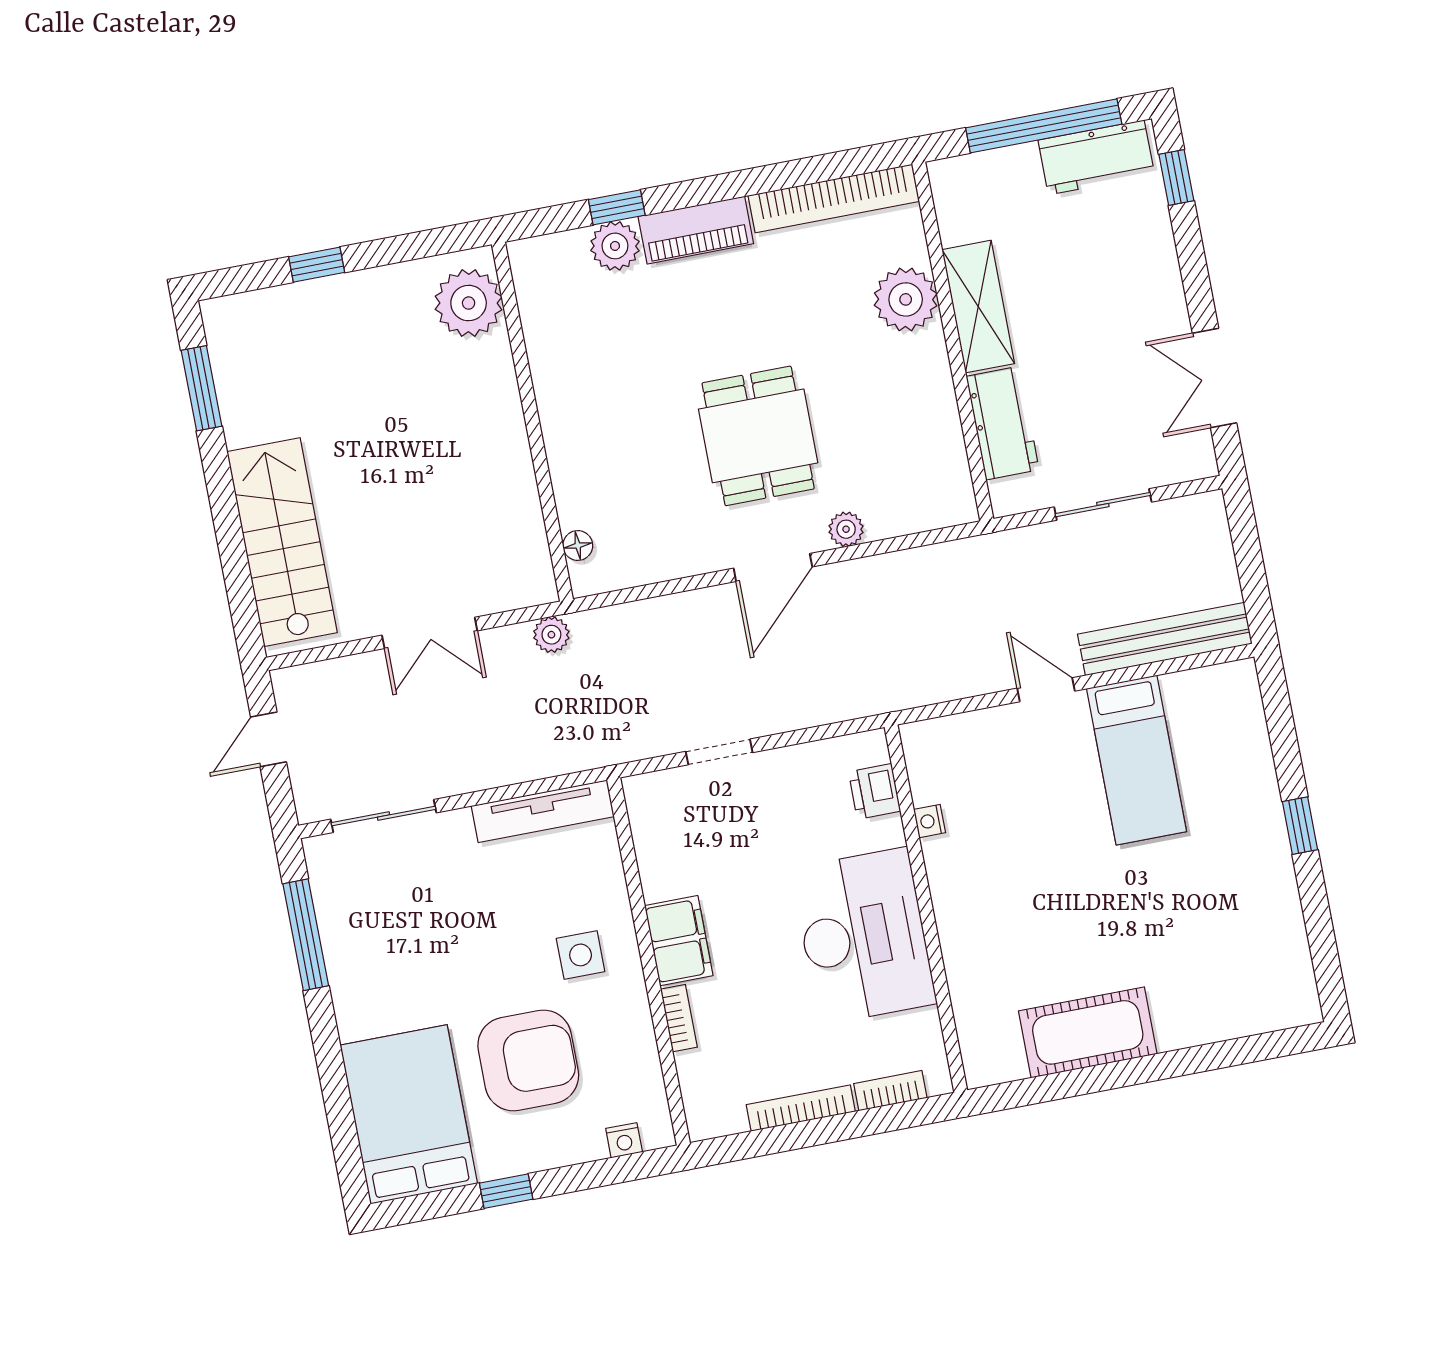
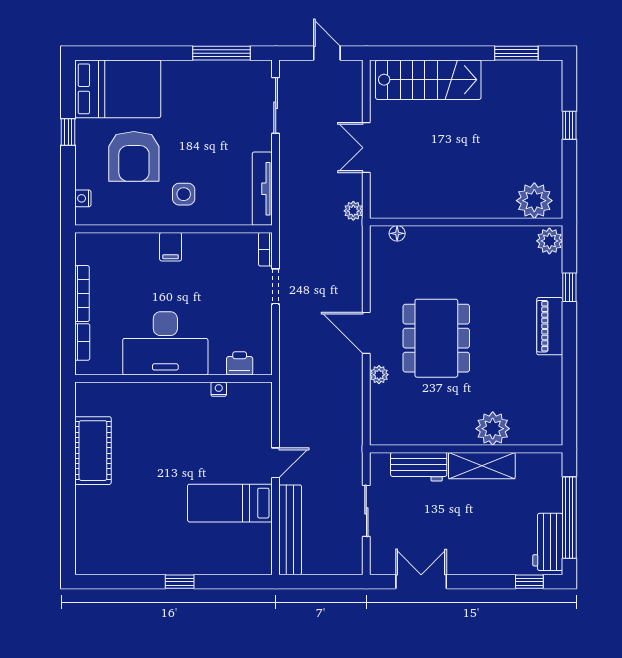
bookcase: (834, 198) -> (552, 401), removed
plant: (615, 246) -> (549, 241), moved
dining table: (758, 436) -> (436, 338), width x1.38
filing cabinet: (679, 941) -> (171, 247), width x0.50
bookcase: (679, 1018) -> (265, 249), moved, turned 90

